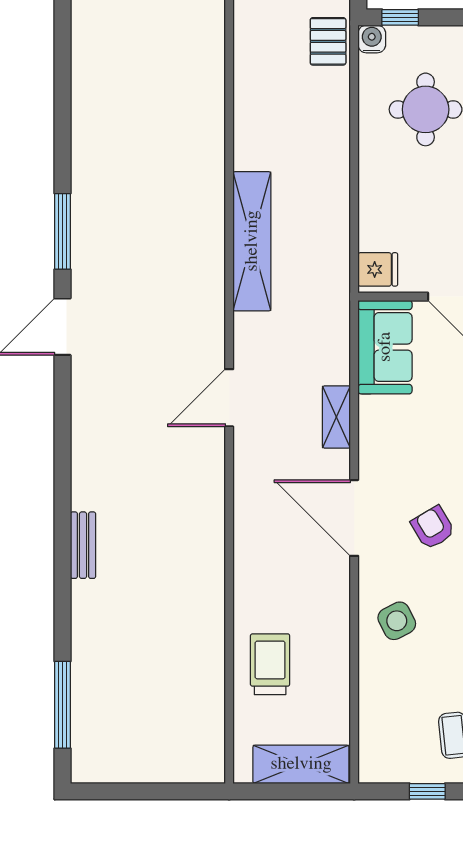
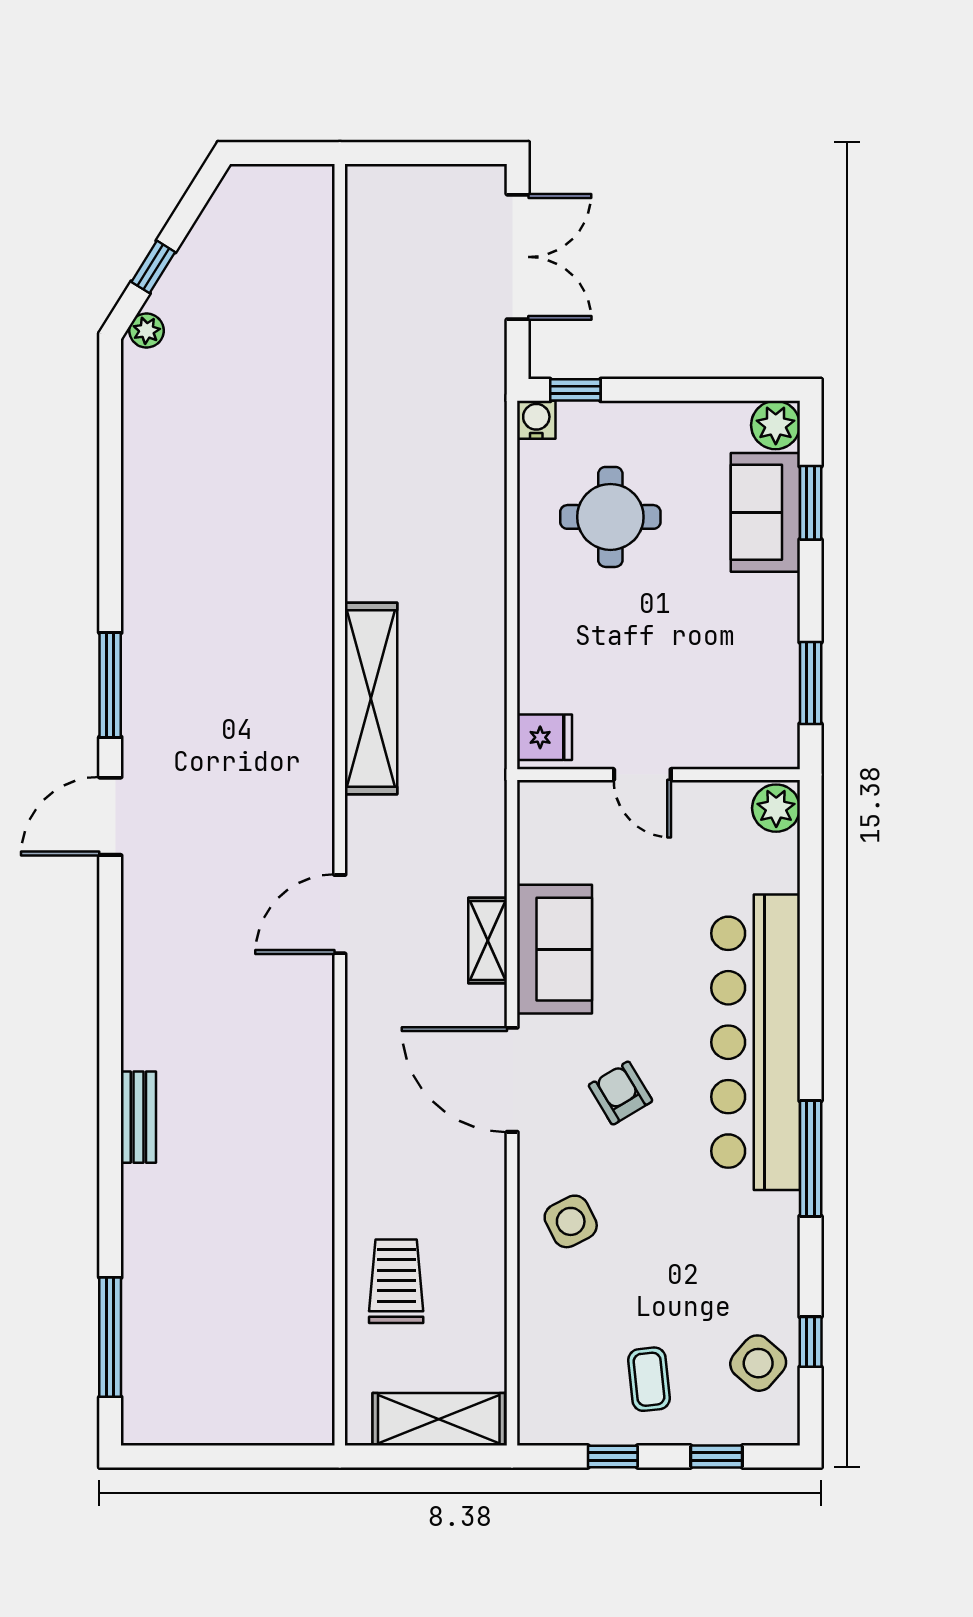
pallet: (328, 41) -> (476, 423), removed
sofa: (385, 347) -> (555, 949), moved

